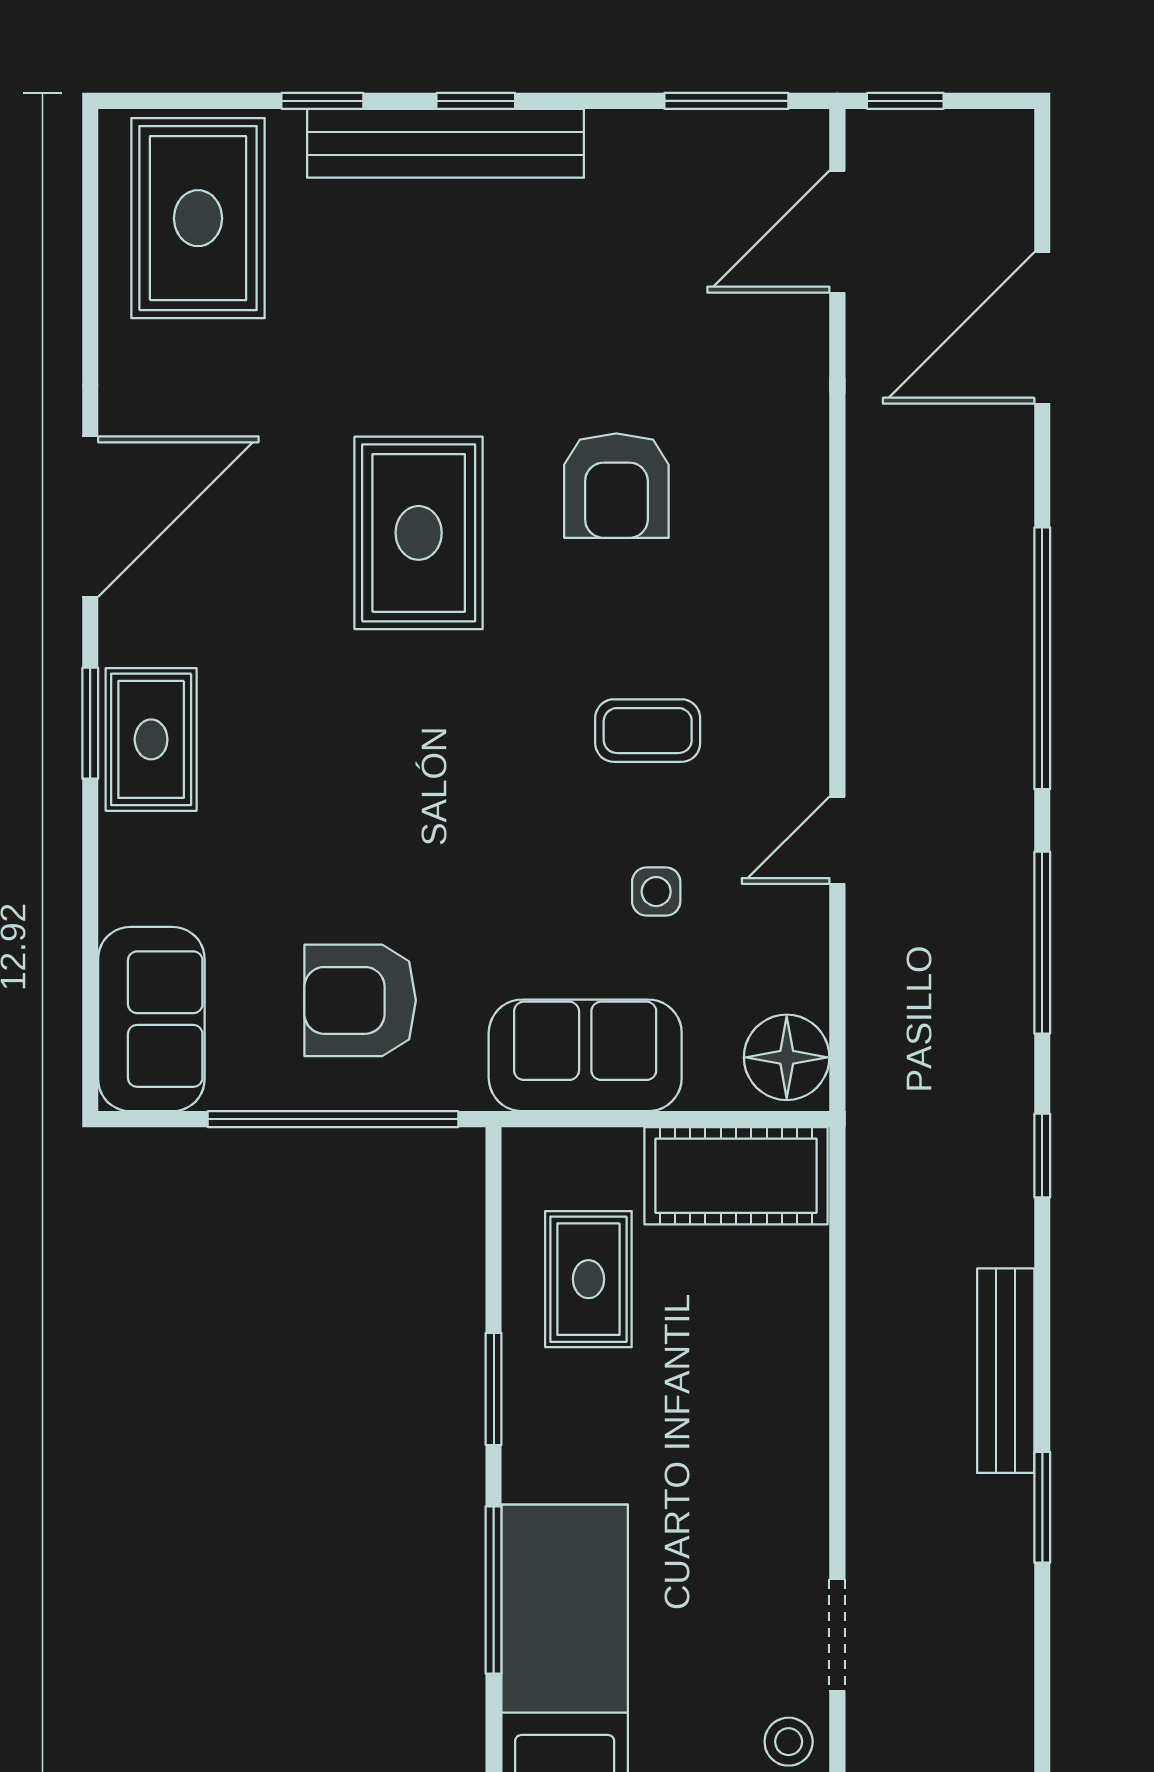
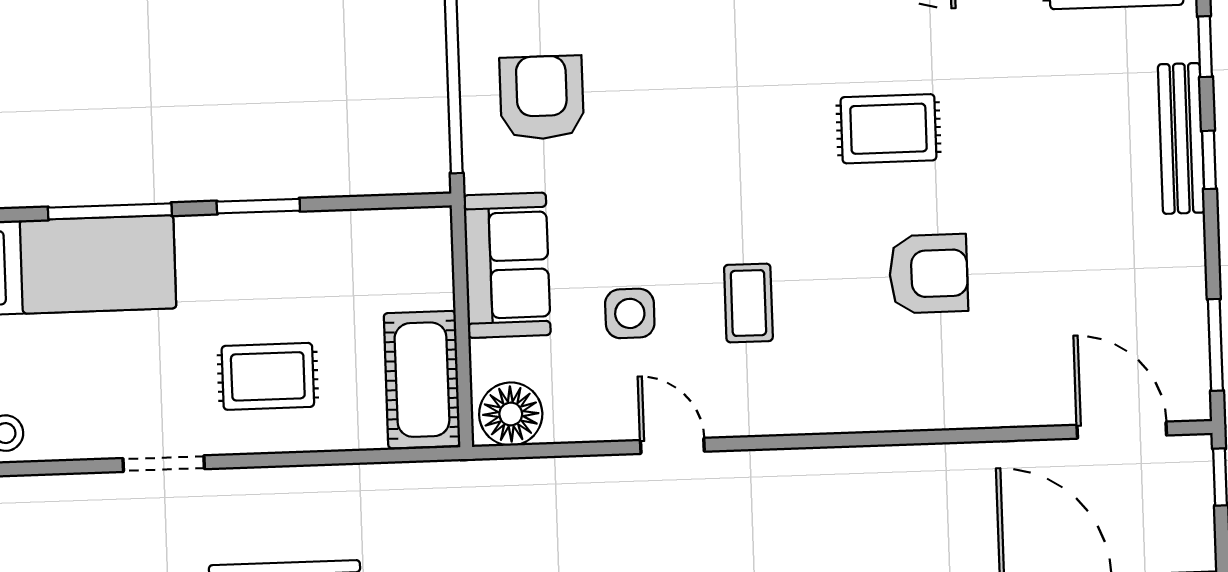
bench: (446, 143) -> (1181, 138), width x0.73, depth x0.82
armchair: (616, 486) -> (929, 274), turned 180
rug: (419, 533) -> (888, 129), width x0.73, depth x0.70
side table: (656, 892) -> (630, 313), width x1.37, depth x1.37
rug: (588, 1279) -> (268, 376), moved
doorway: (837, 1635) -> (164, 464), moved

